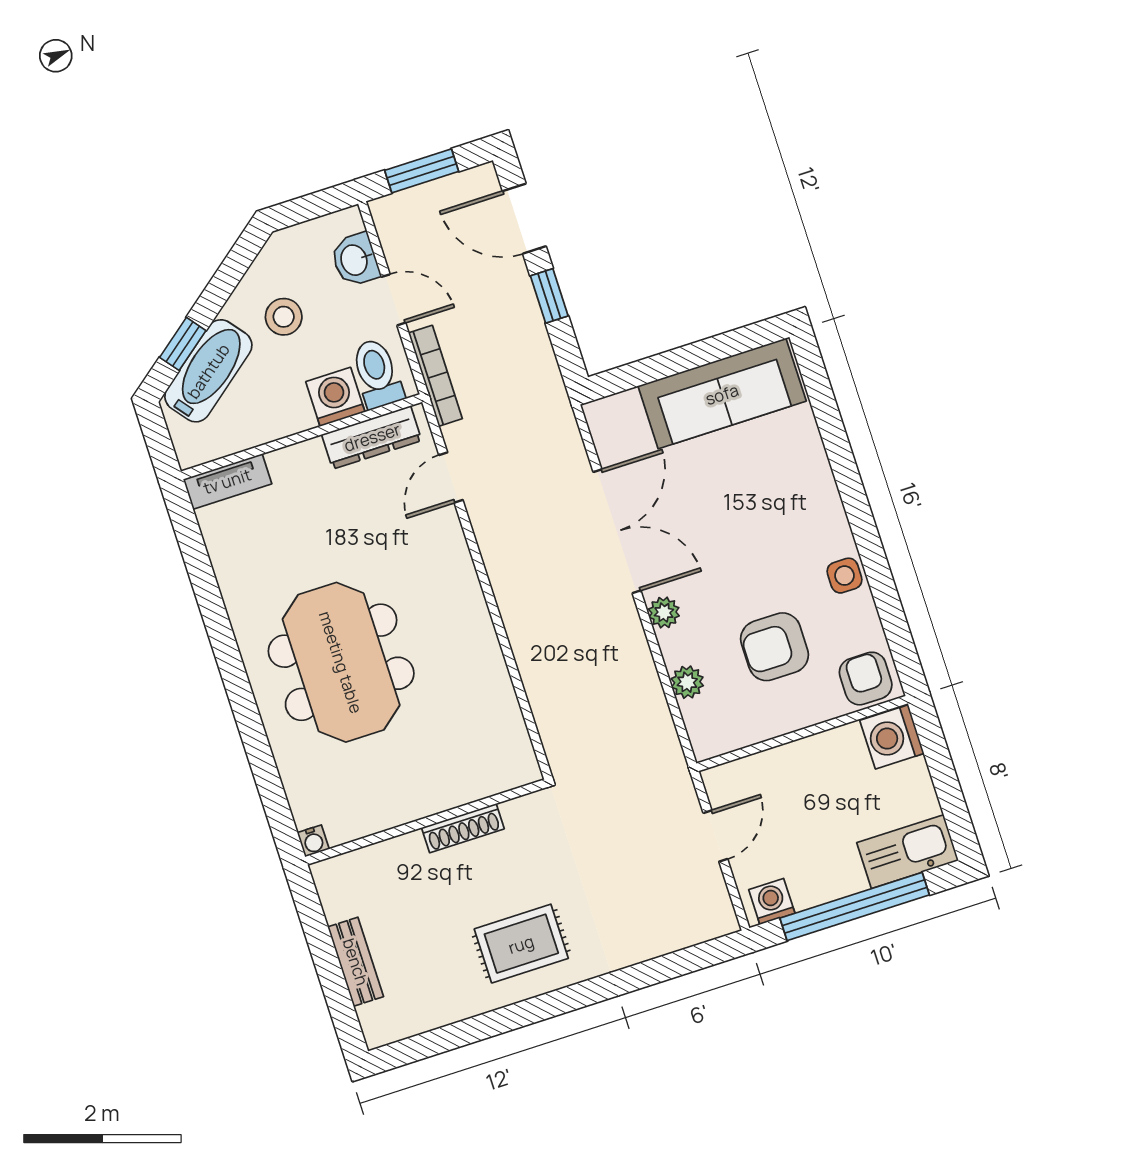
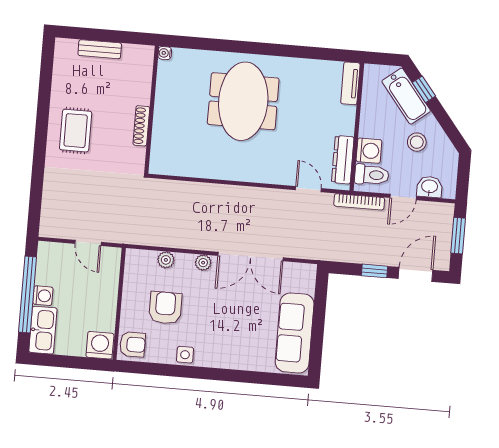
meeting table: (341, 662) -> (243, 101), turned 90
washing machine: (772, 902) -> (43, 296), moved

